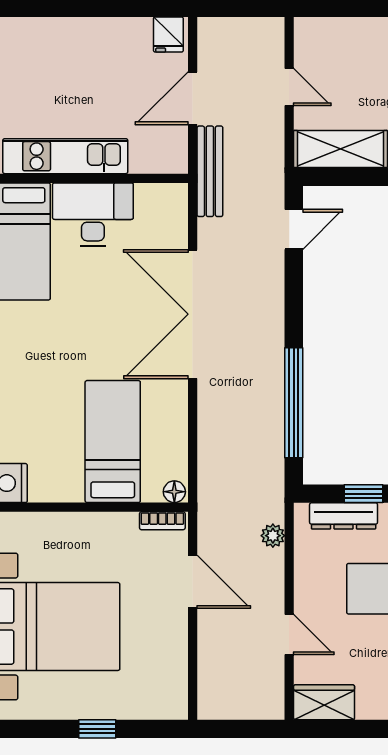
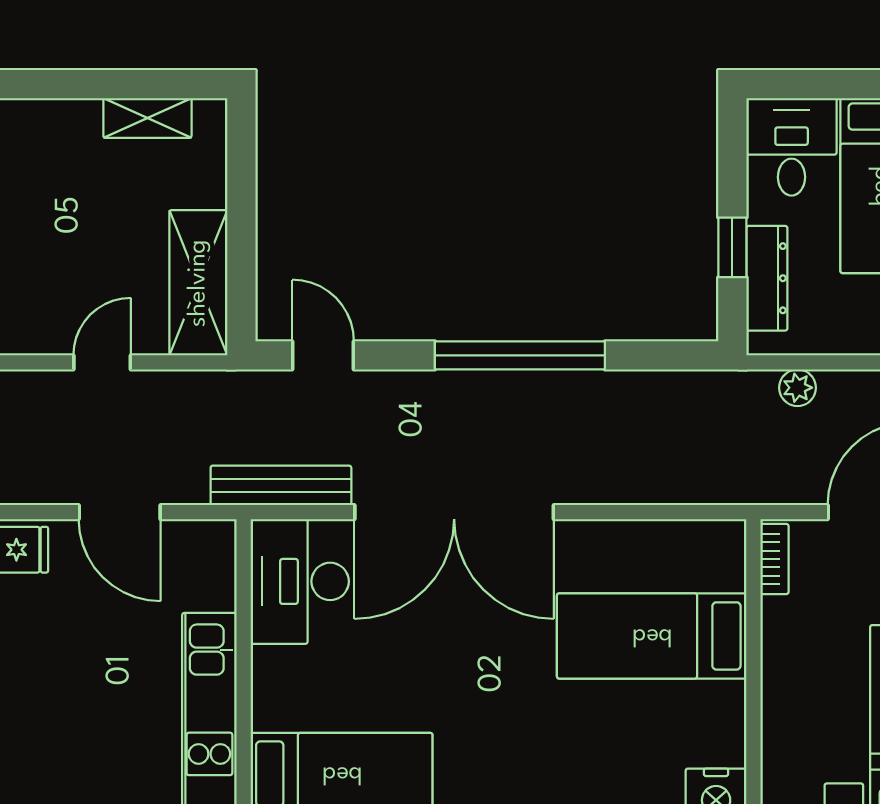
bench: (210, 171) -> (281, 485), moved
desk: (93, 214) -> (300, 581), moved
window: (294, 403) -> (520, 355), moved
floor lamp: (174, 492) -> (729, 540), removed

